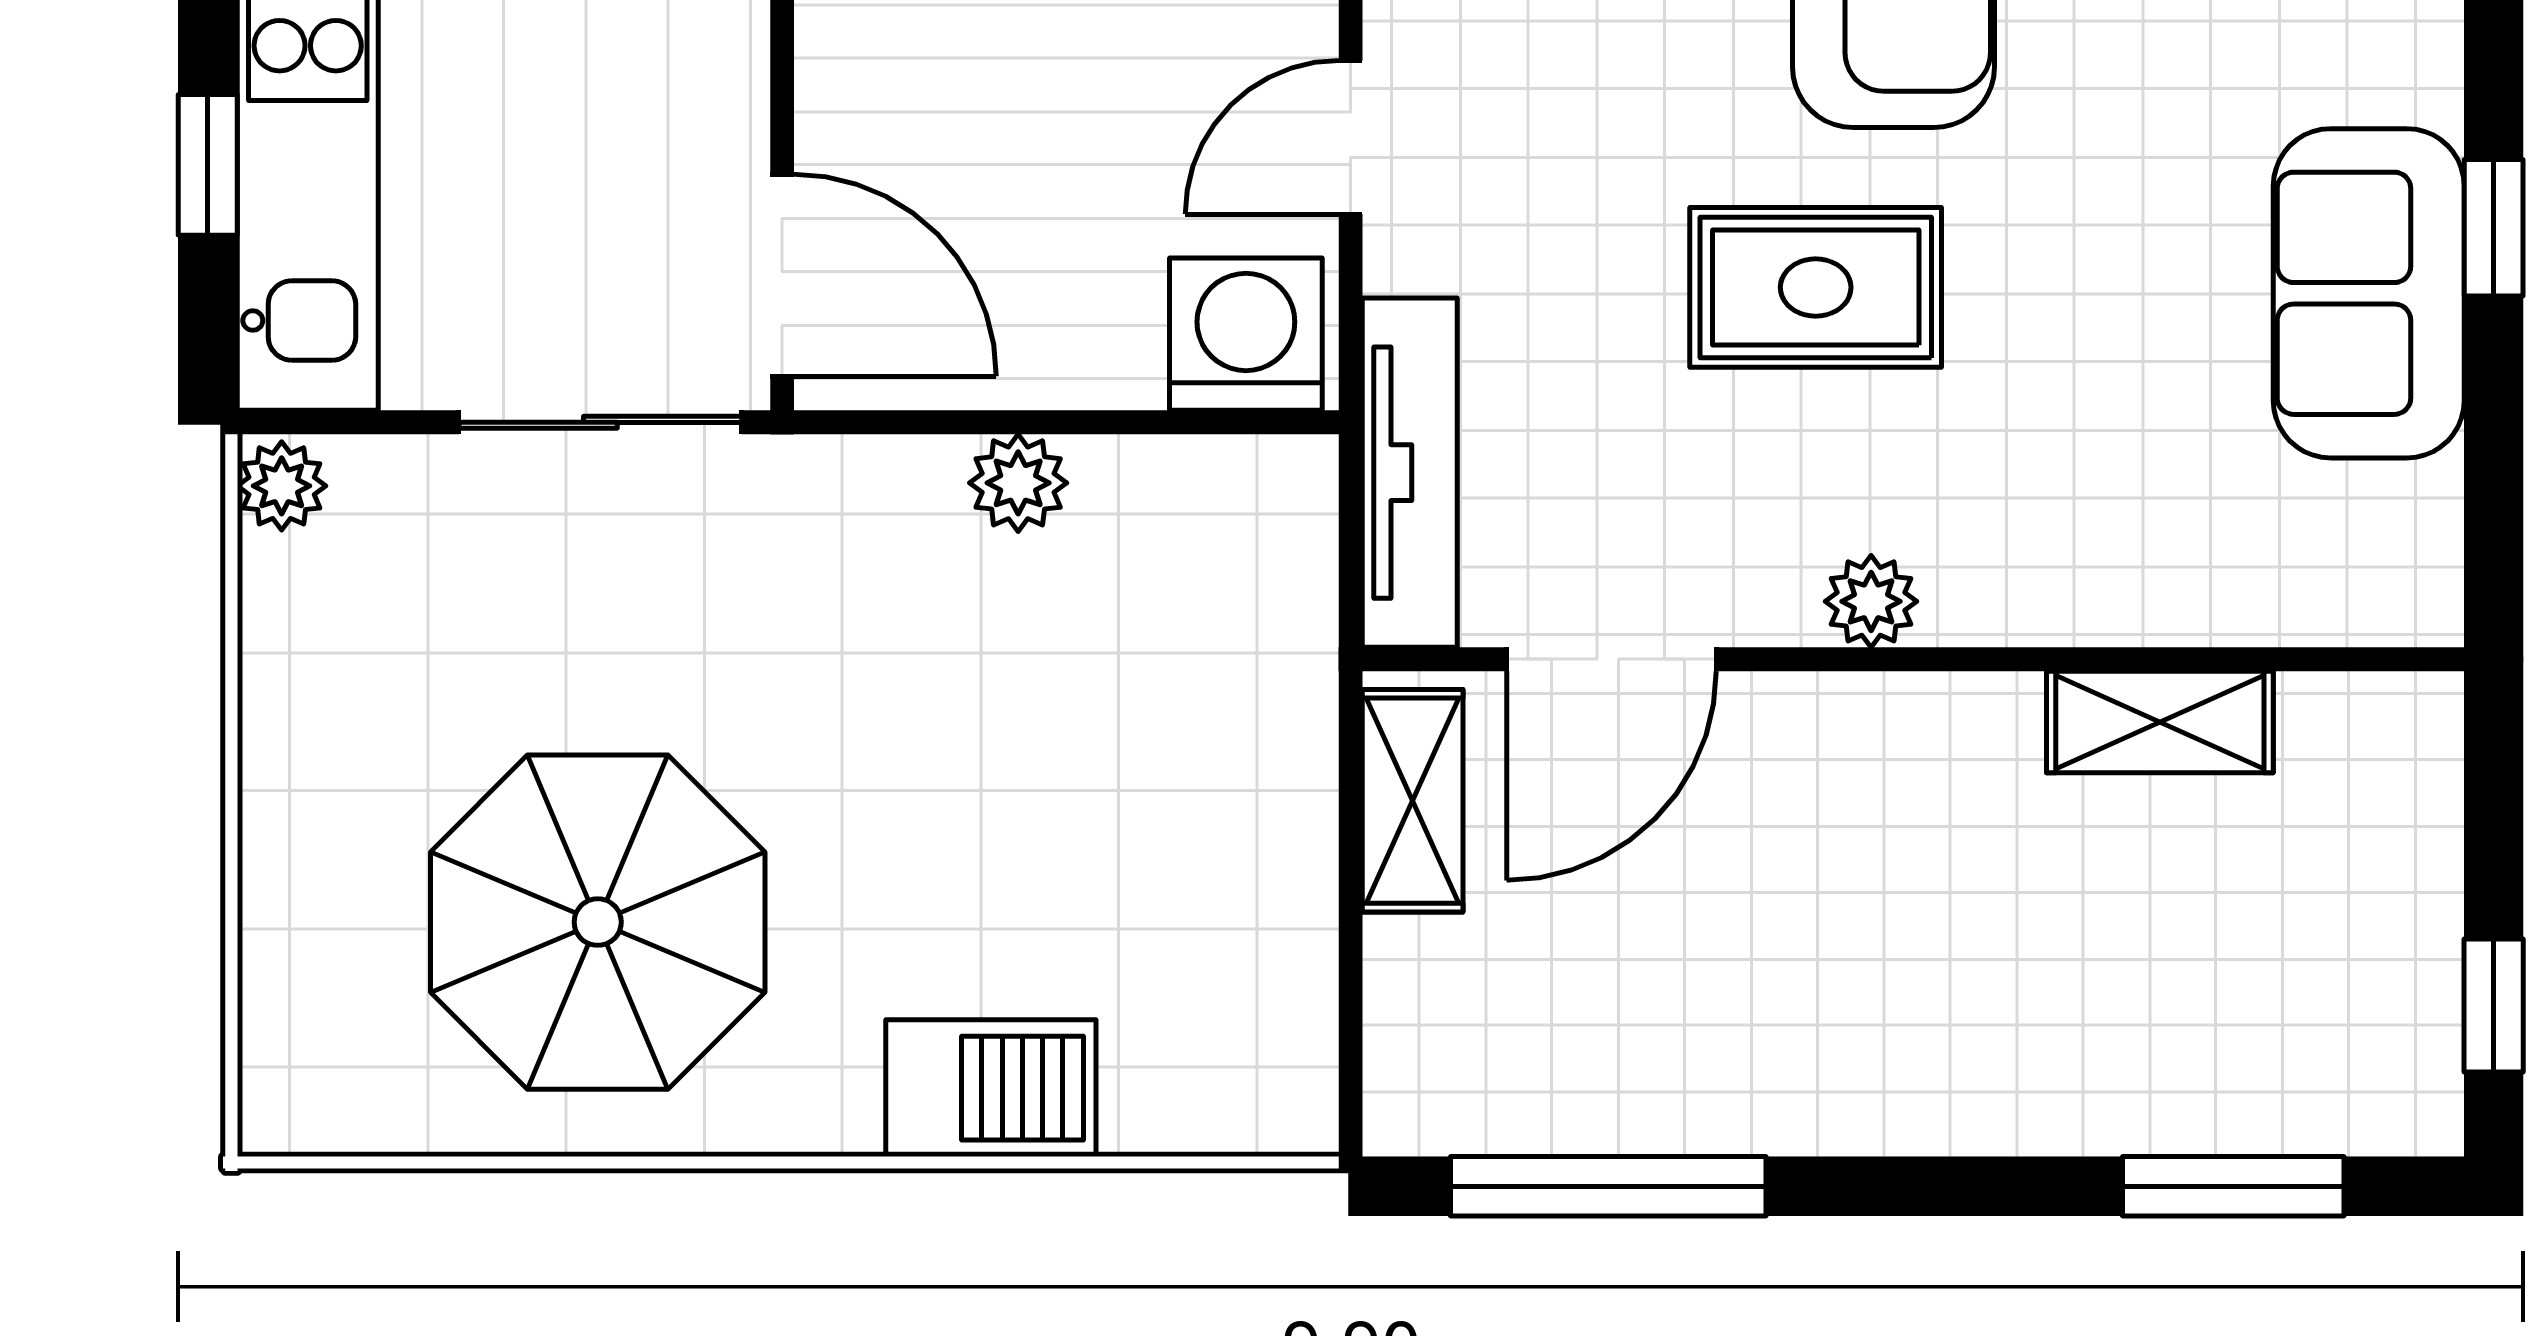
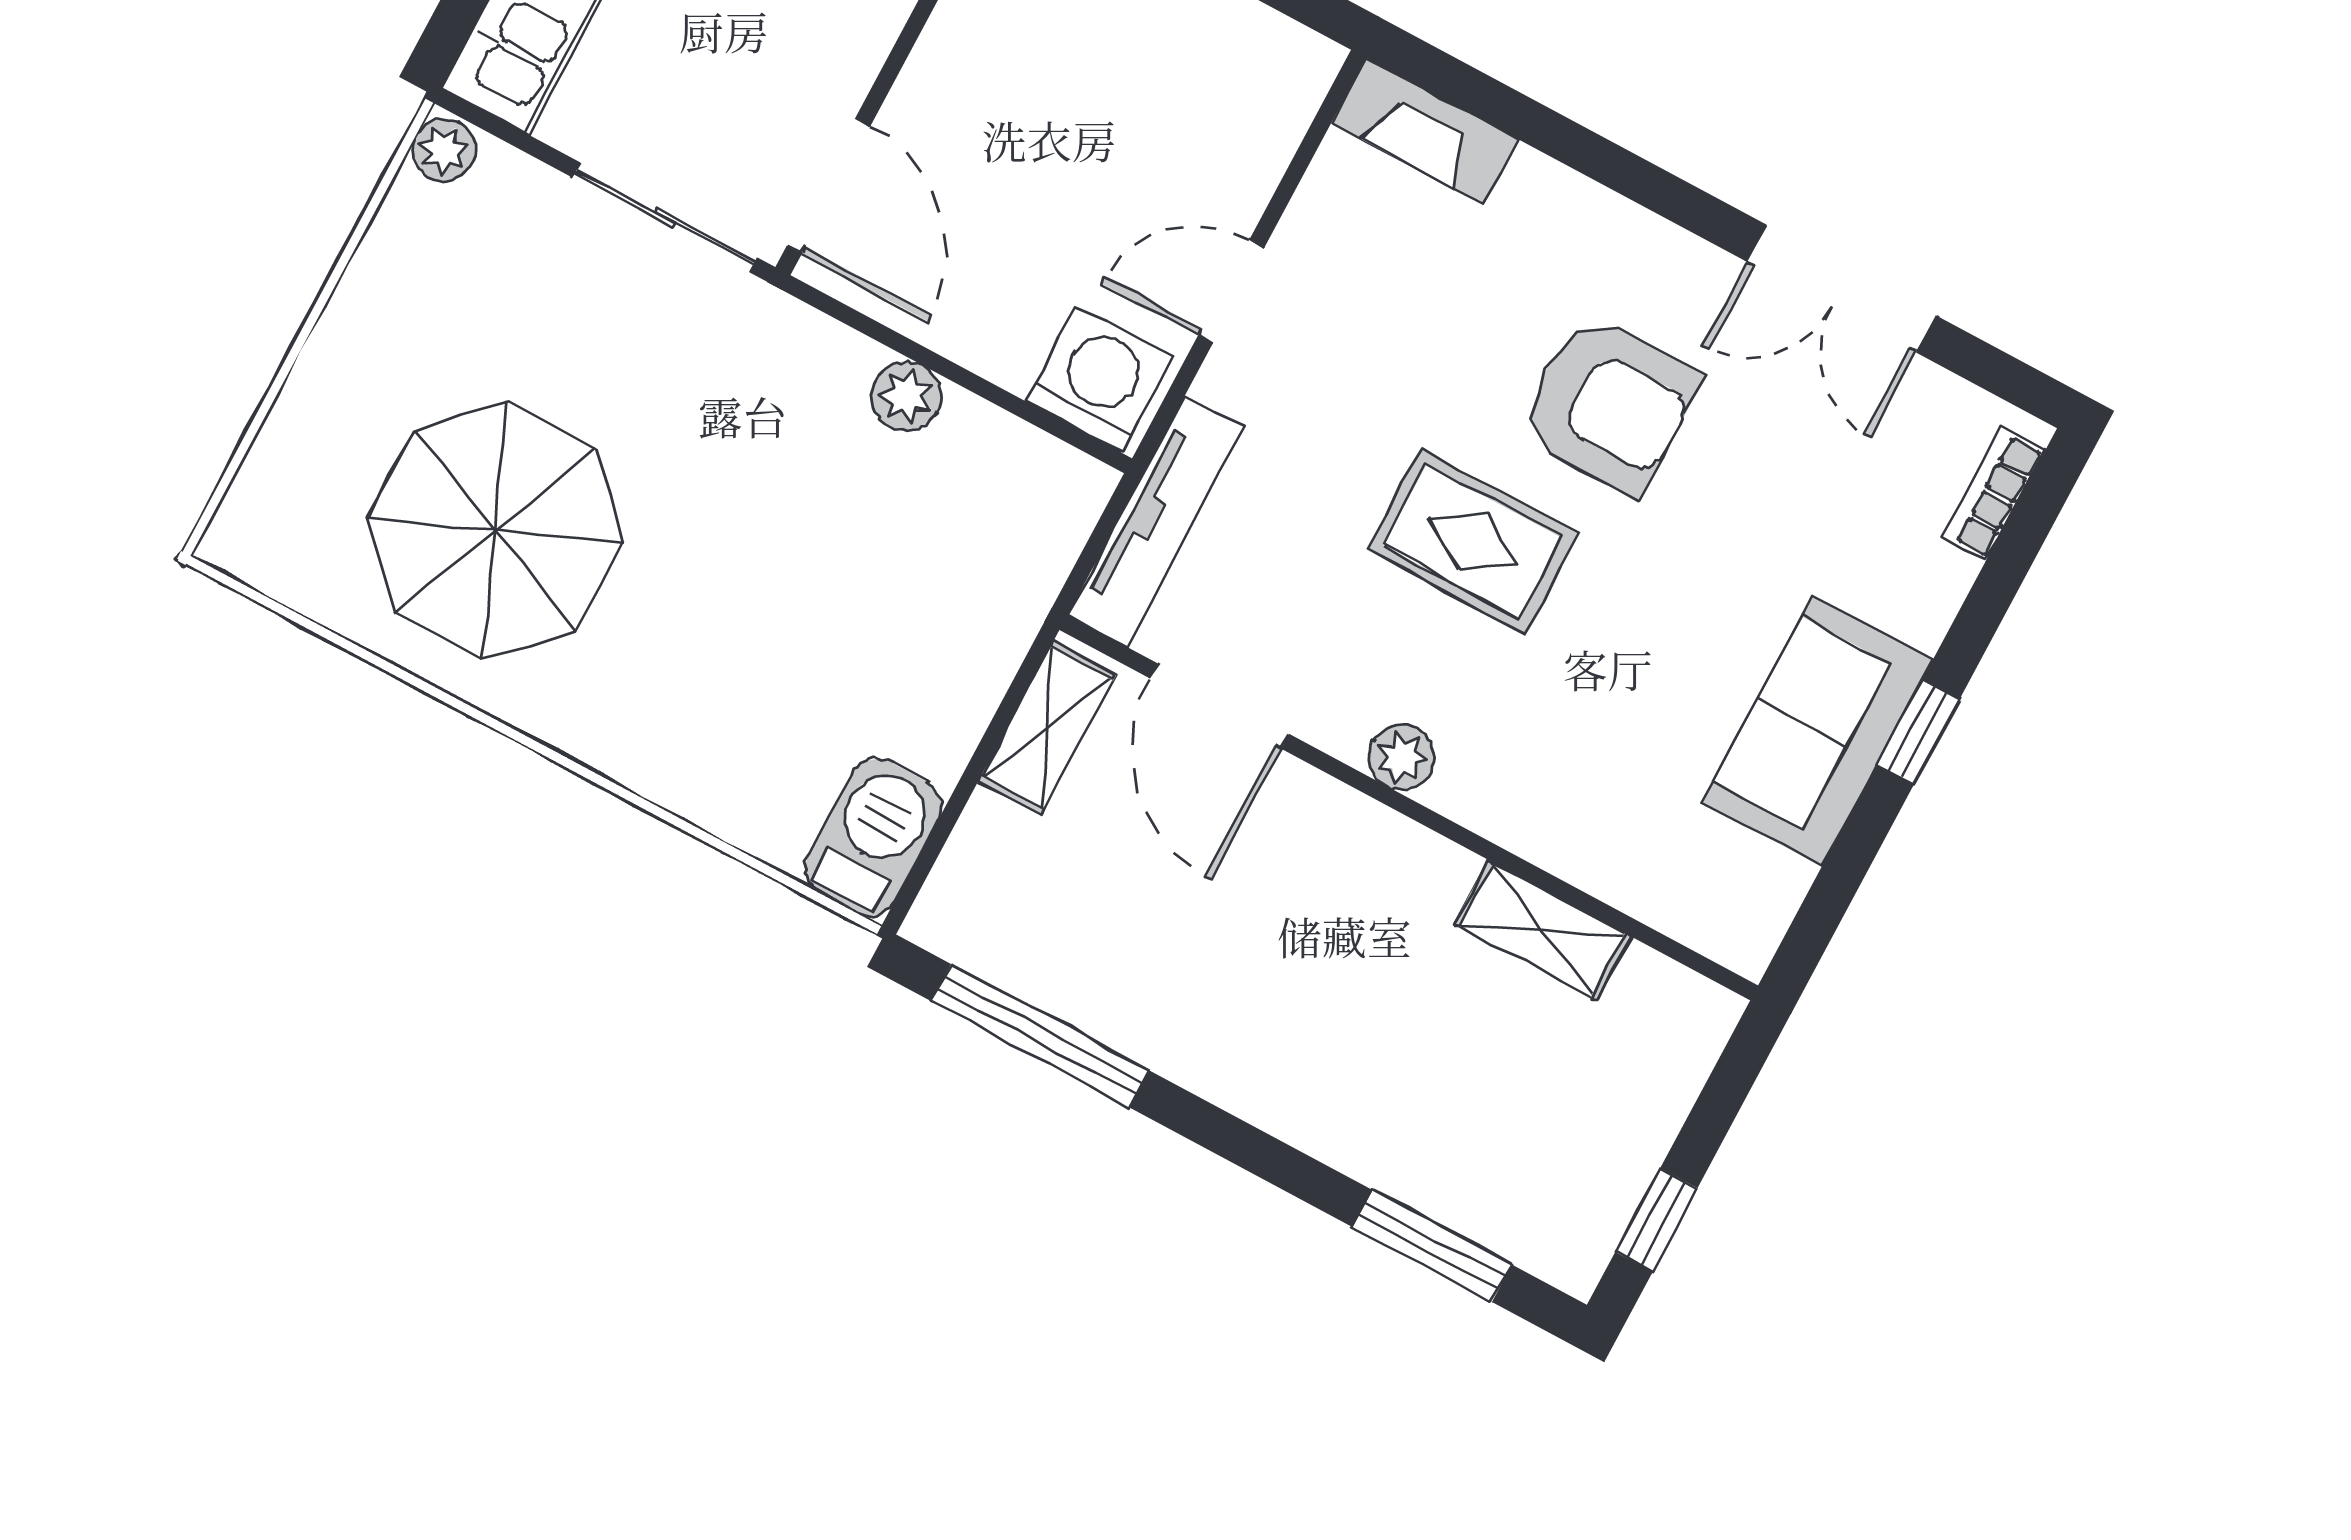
door: (1611, 659) -> (1219, 706), hinge flipped
barbecue: (991, 1088) -> (873, 838), moved, turned -90

